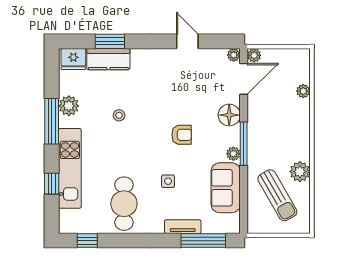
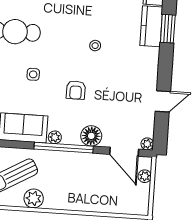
plant: (254, 55) -> (145, 176), moved
plant: (303, 91) -> (109, 207), removed
stool: (119, 115) -> (95, 46), moved
window: (244, 144) -> (64, 148), width x1.46

